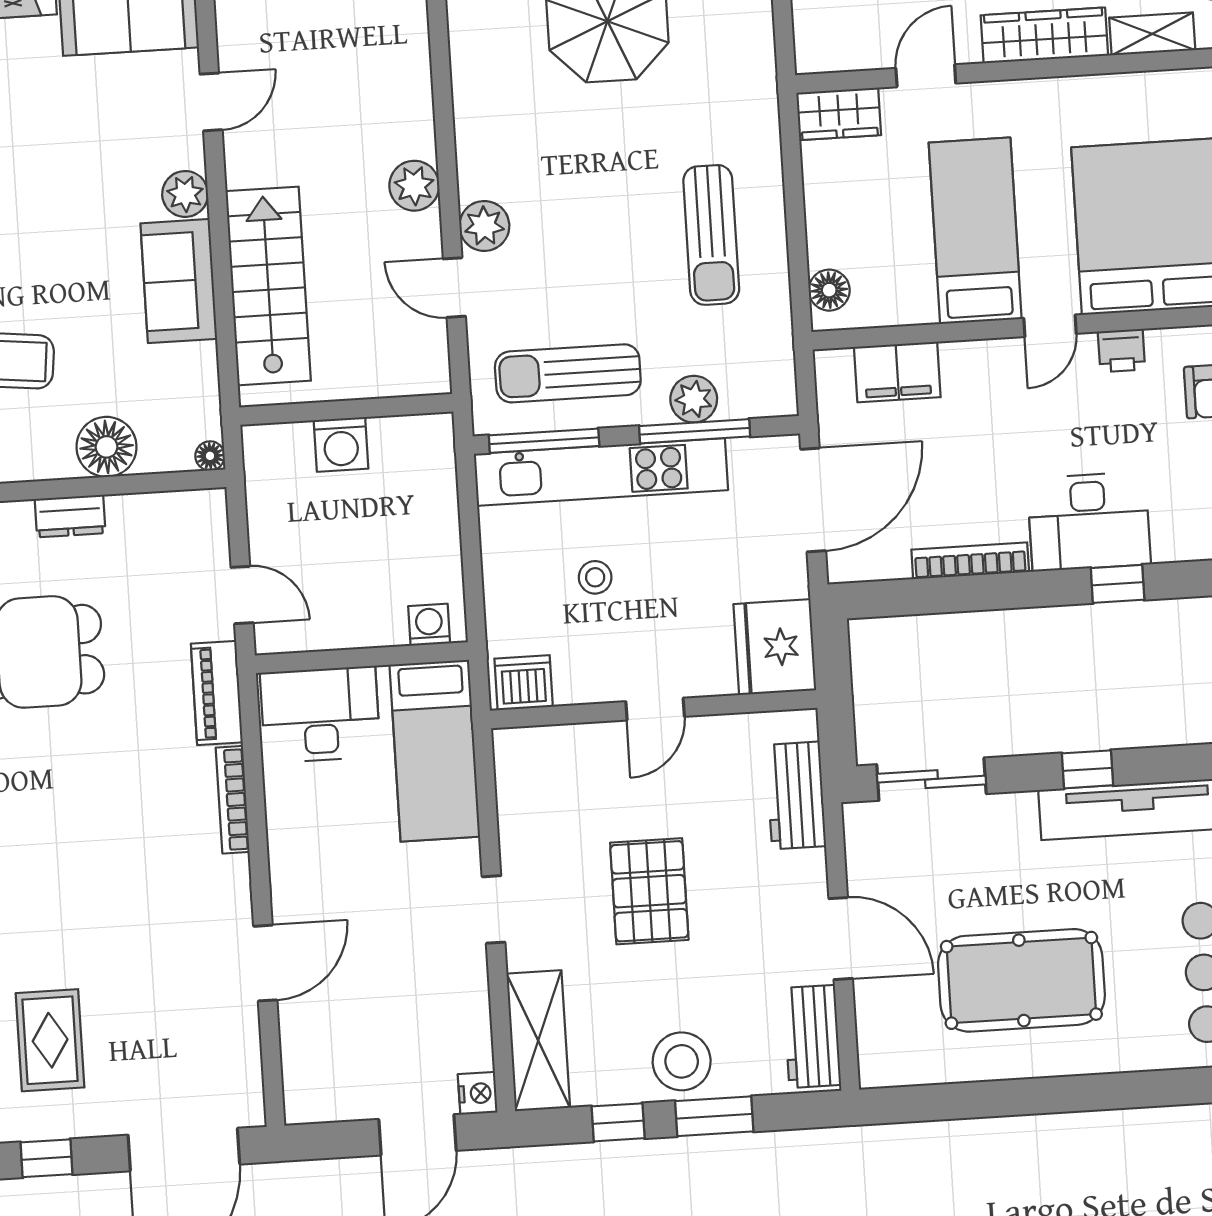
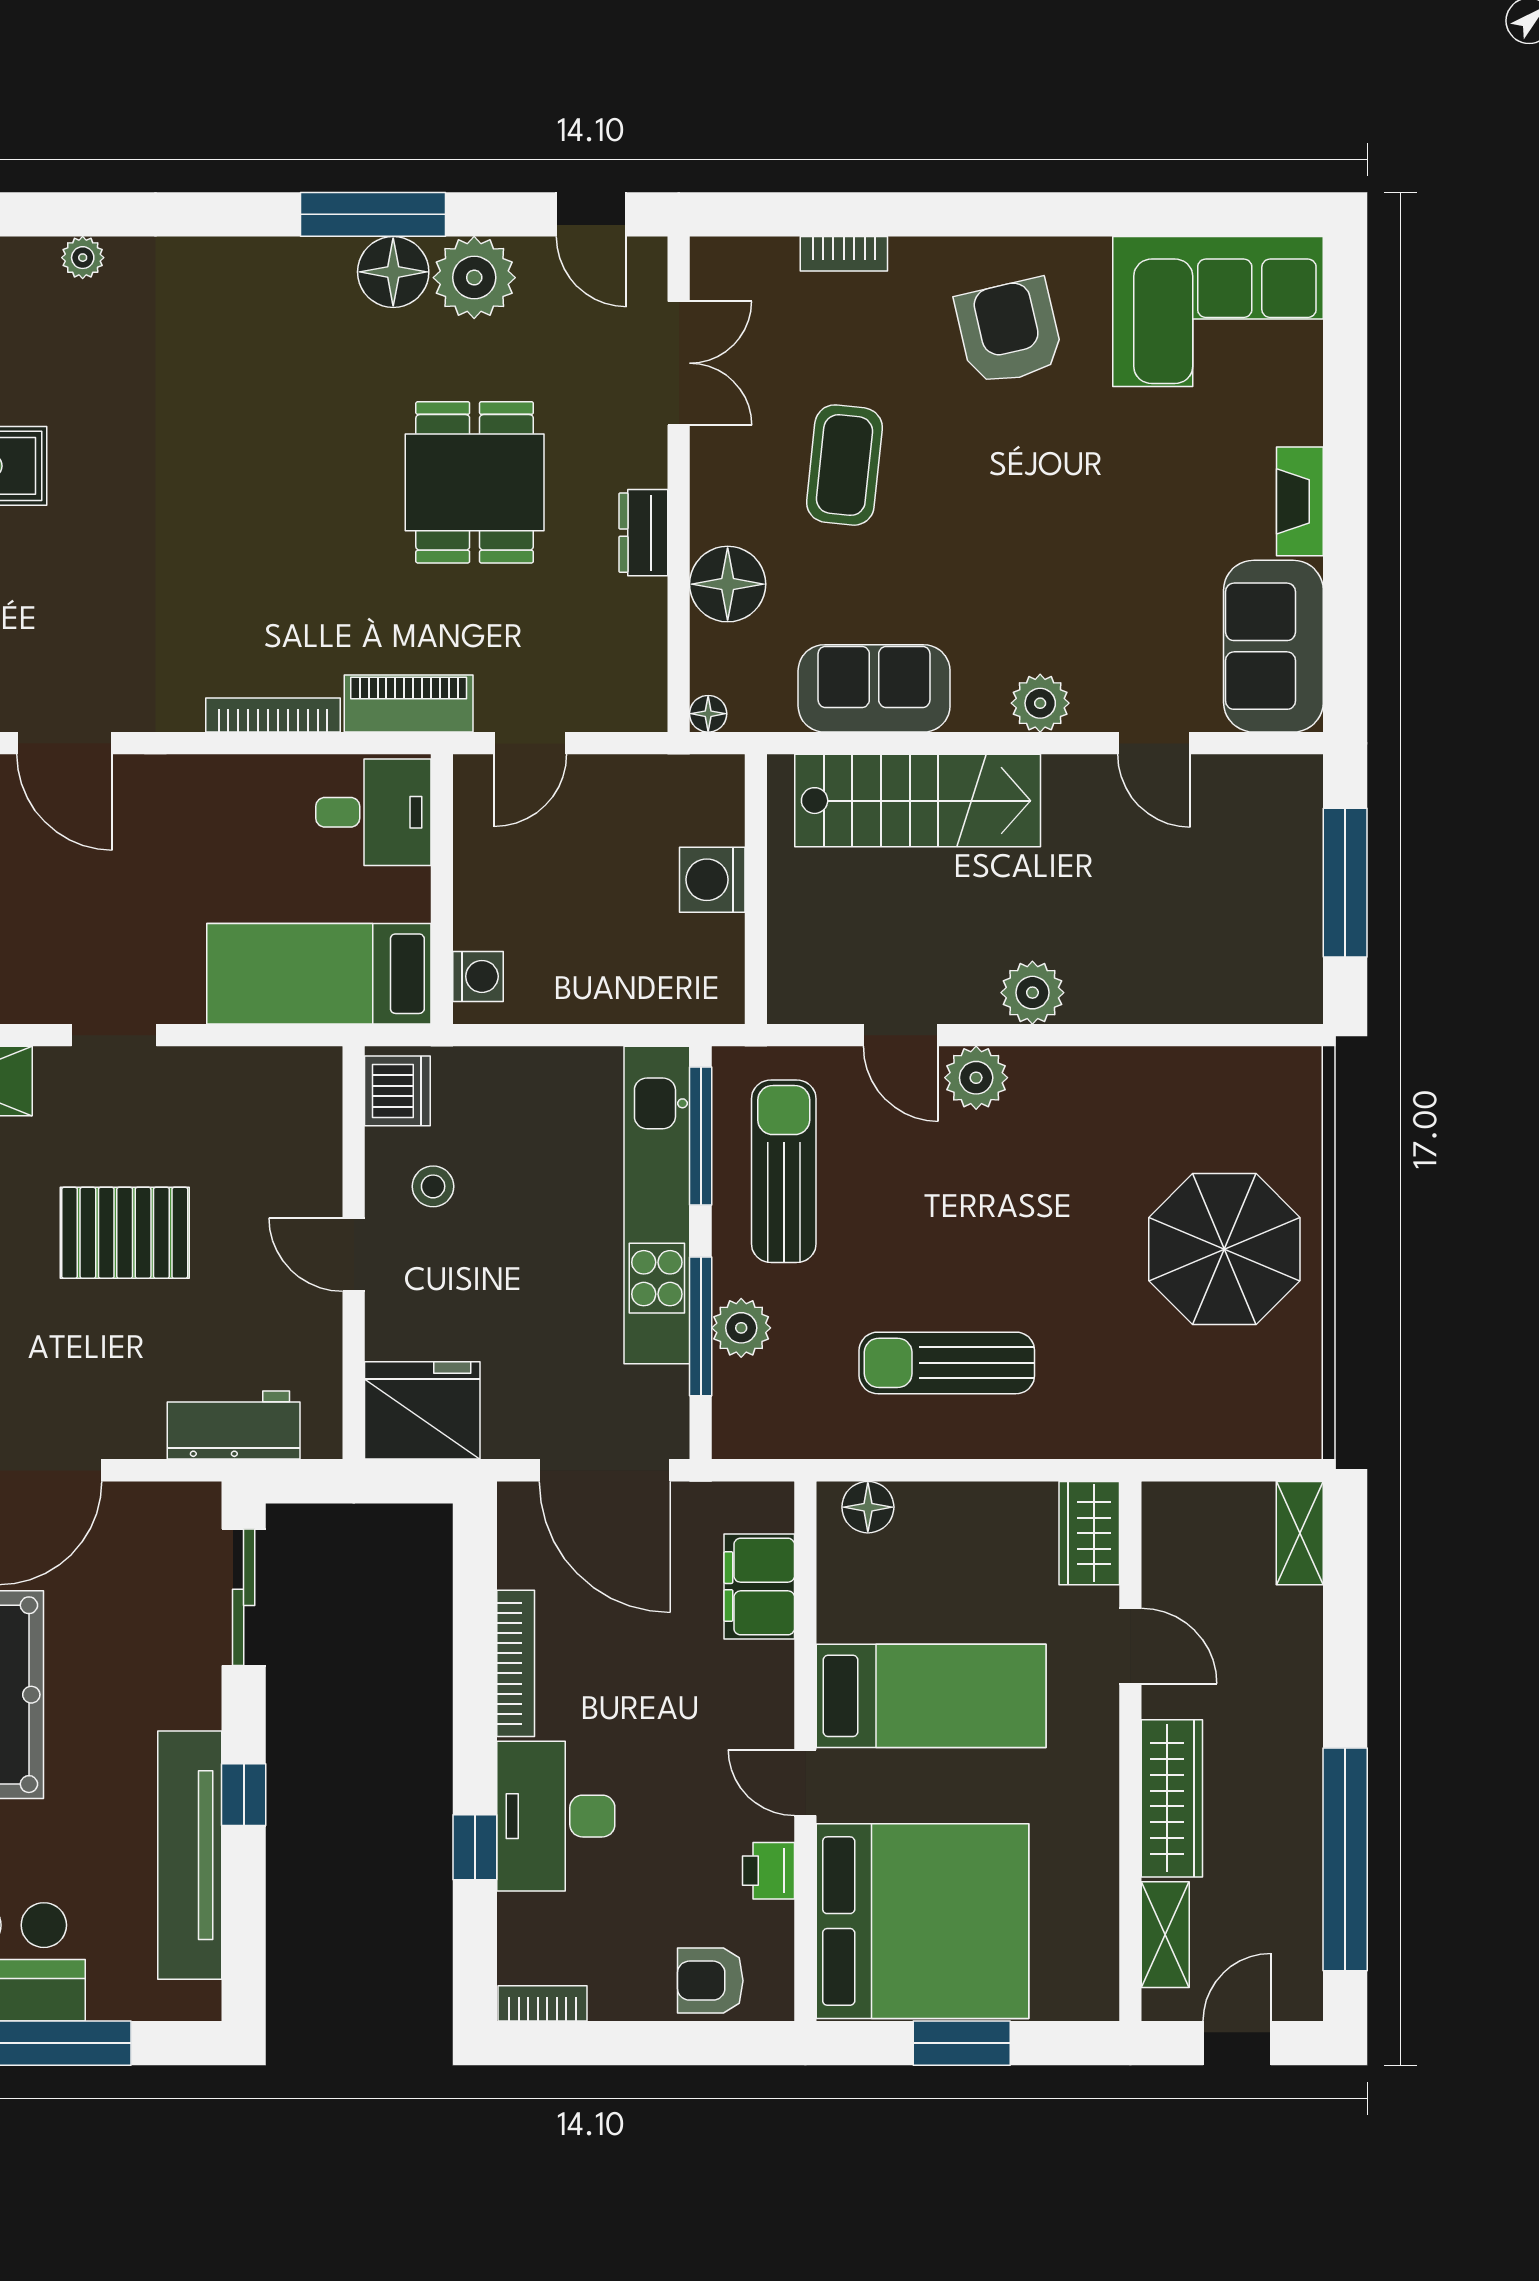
sofa: (179, 281) -> (874, 688), moved
door: (454, 288) -> (901, 1035), swing flipped
stool: (595, 577) -> (433, 1186), moved
desk: (320, 715) -> (373, 812), width x0.73

